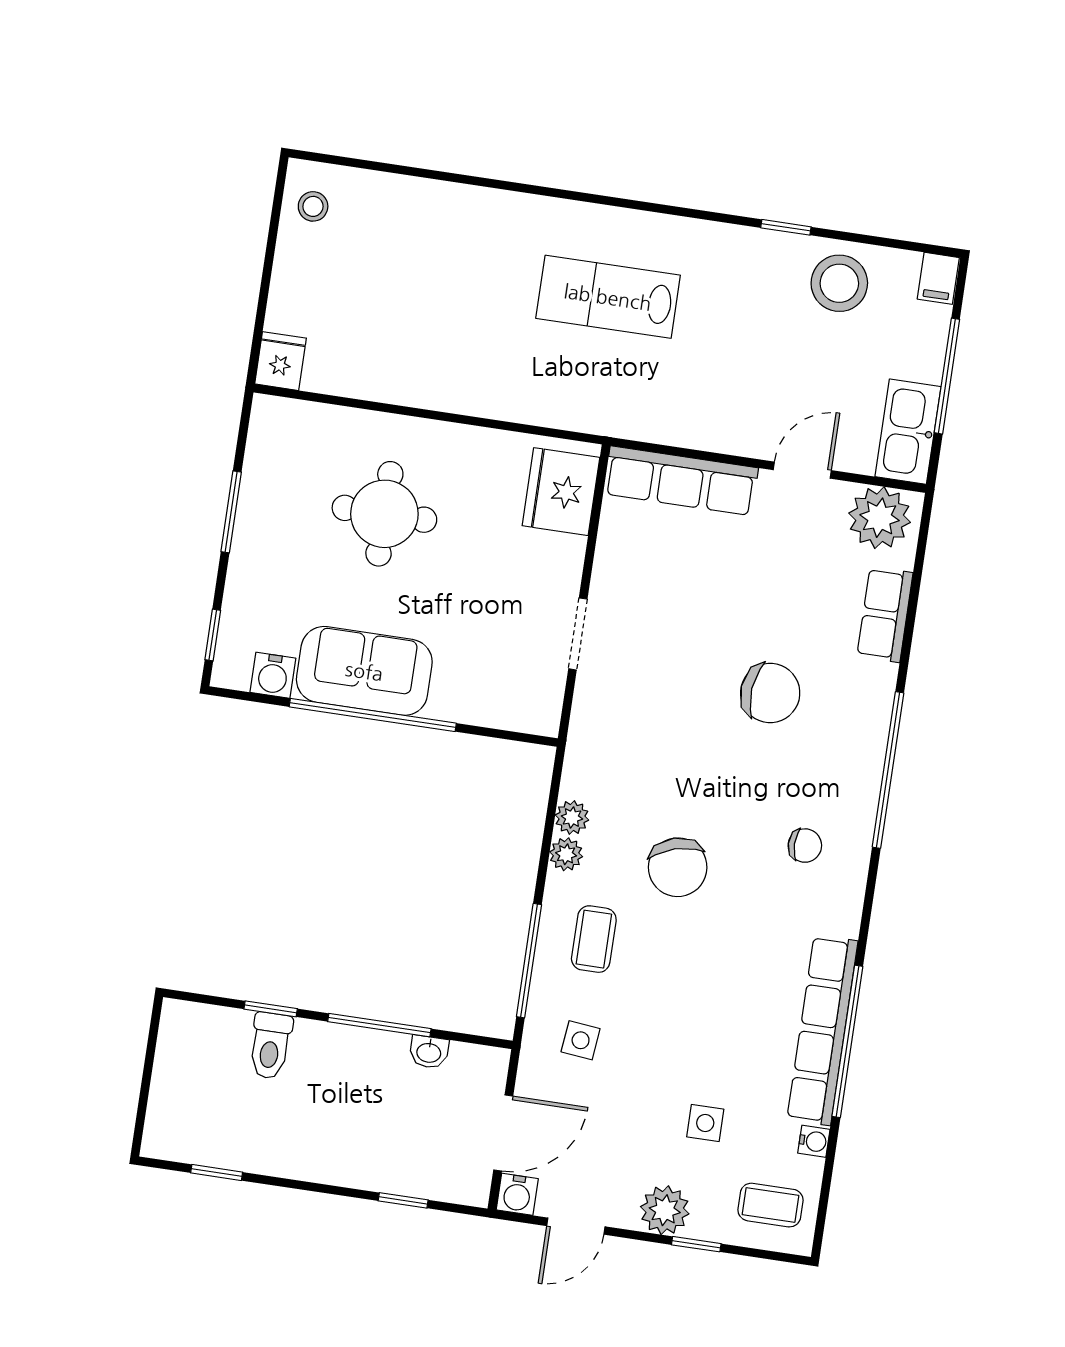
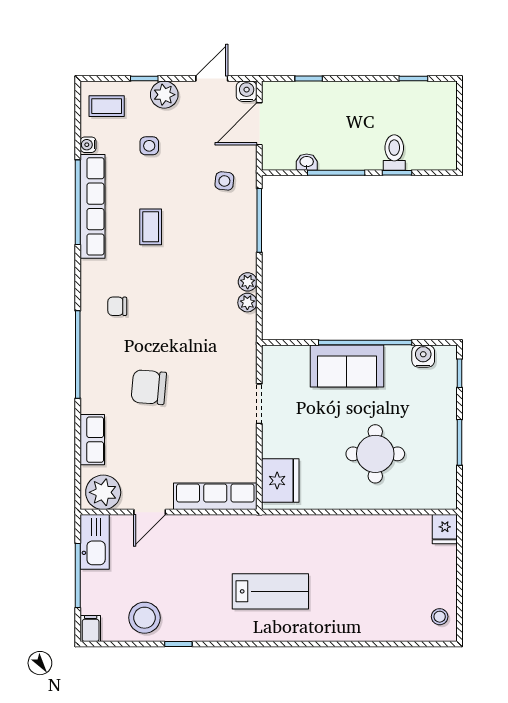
sofa: (364, 671) -> (347, 366), moved
chair: (678, 867) -> (185, 284), removed
coffee table: (594, 939) -> (151, 227), moved

